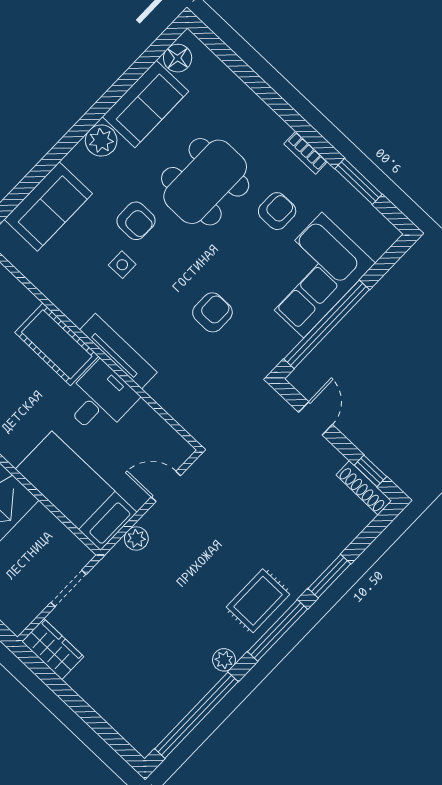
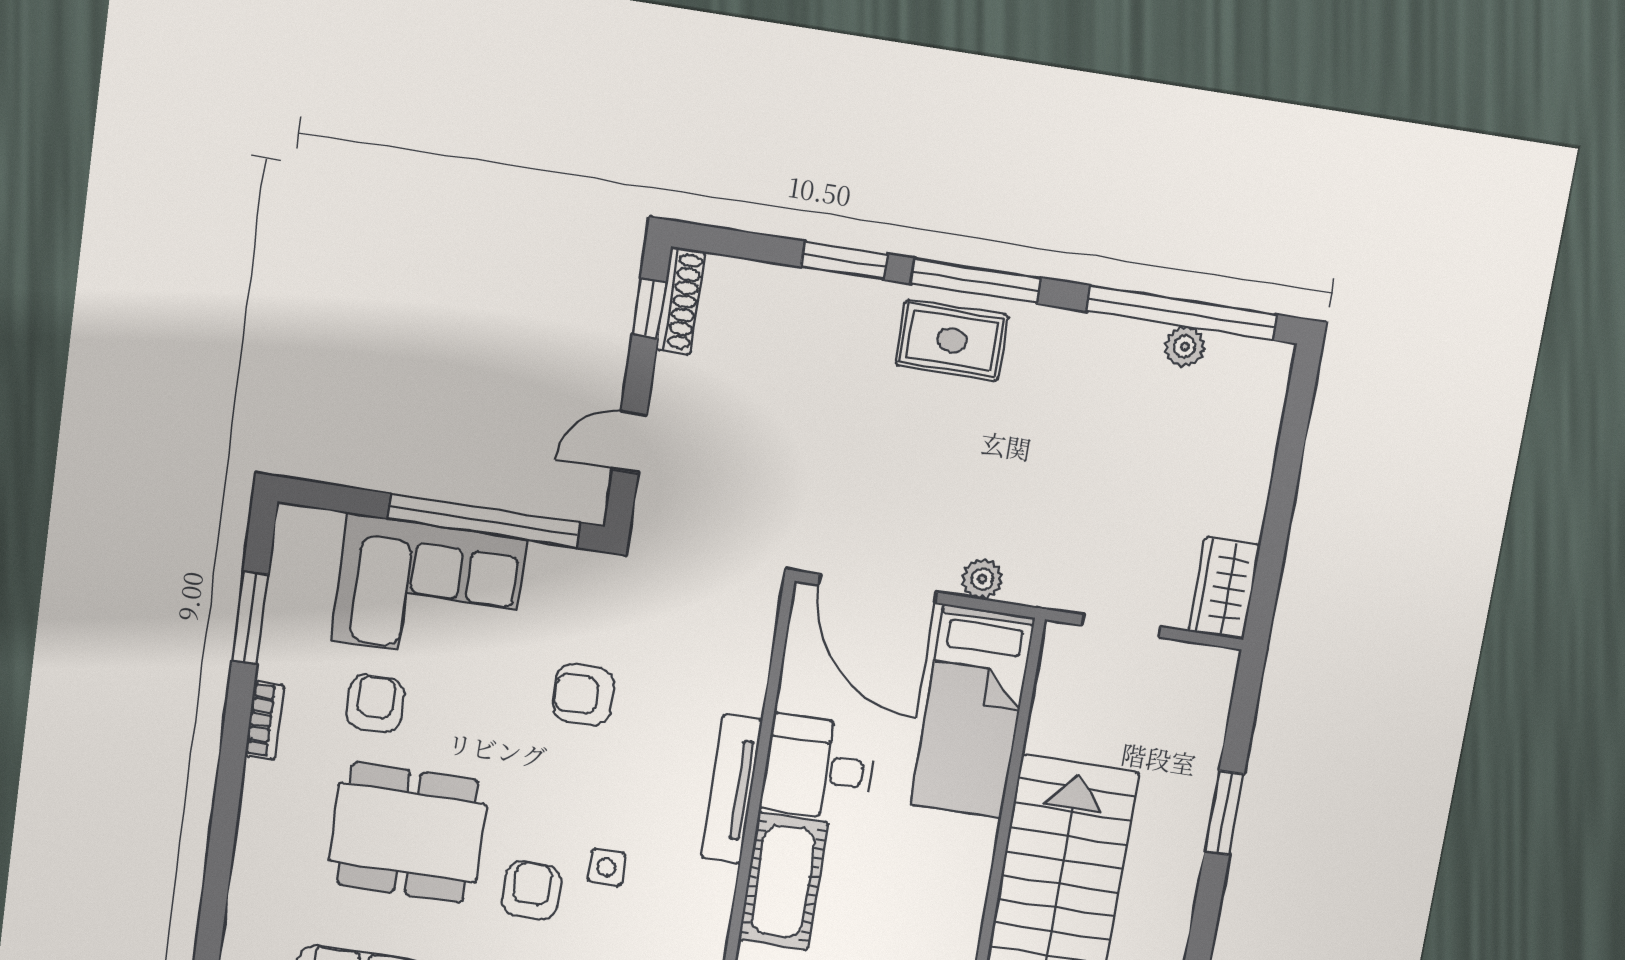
armchair: (277, 211) -> (375, 703), turned 90
door: (166, 486) -> (878, 589), width x1.87
plant: (224, 660) -> (1185, 347), moved

